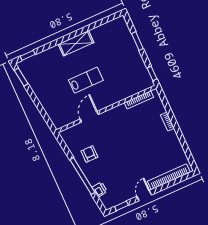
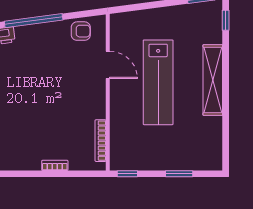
shelving: (76, 43) -> (213, 80), width x1.47
lab bench: (86, 80) -> (158, 82), width x1.86, depth x1.39
armchair: (89, 154) -> (81, 31), moved

